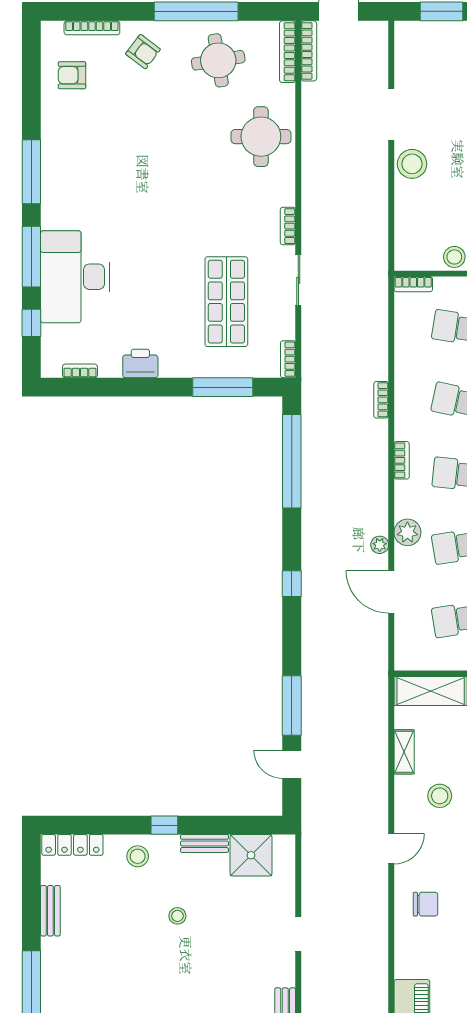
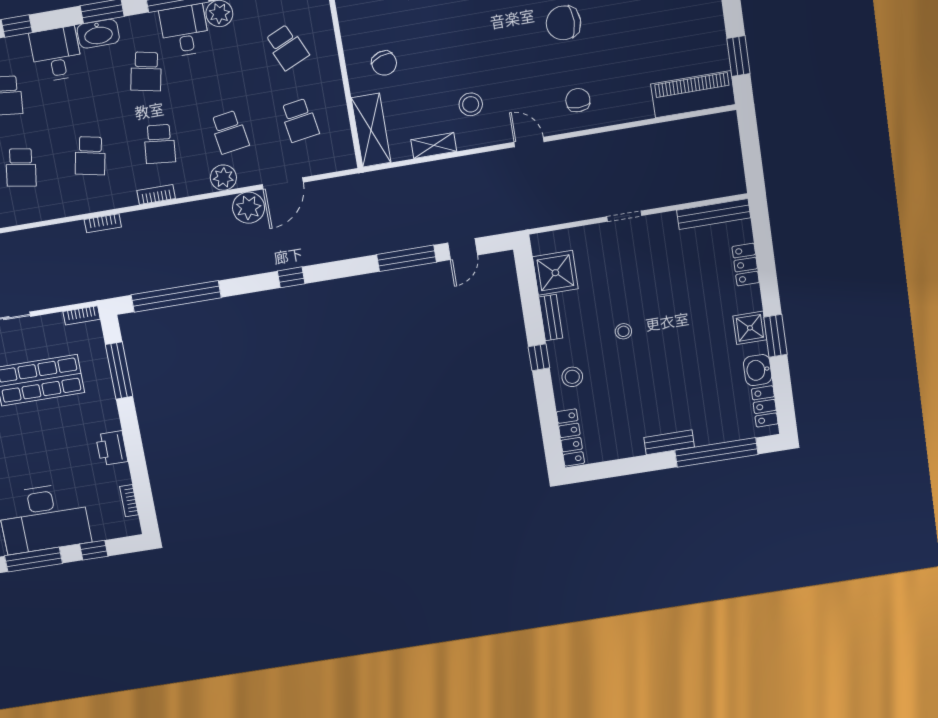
plant: (380, 545) -> (249, 208), width x1.88, depth x1.88
bench: (50, 911) -> (669, 442), moved

